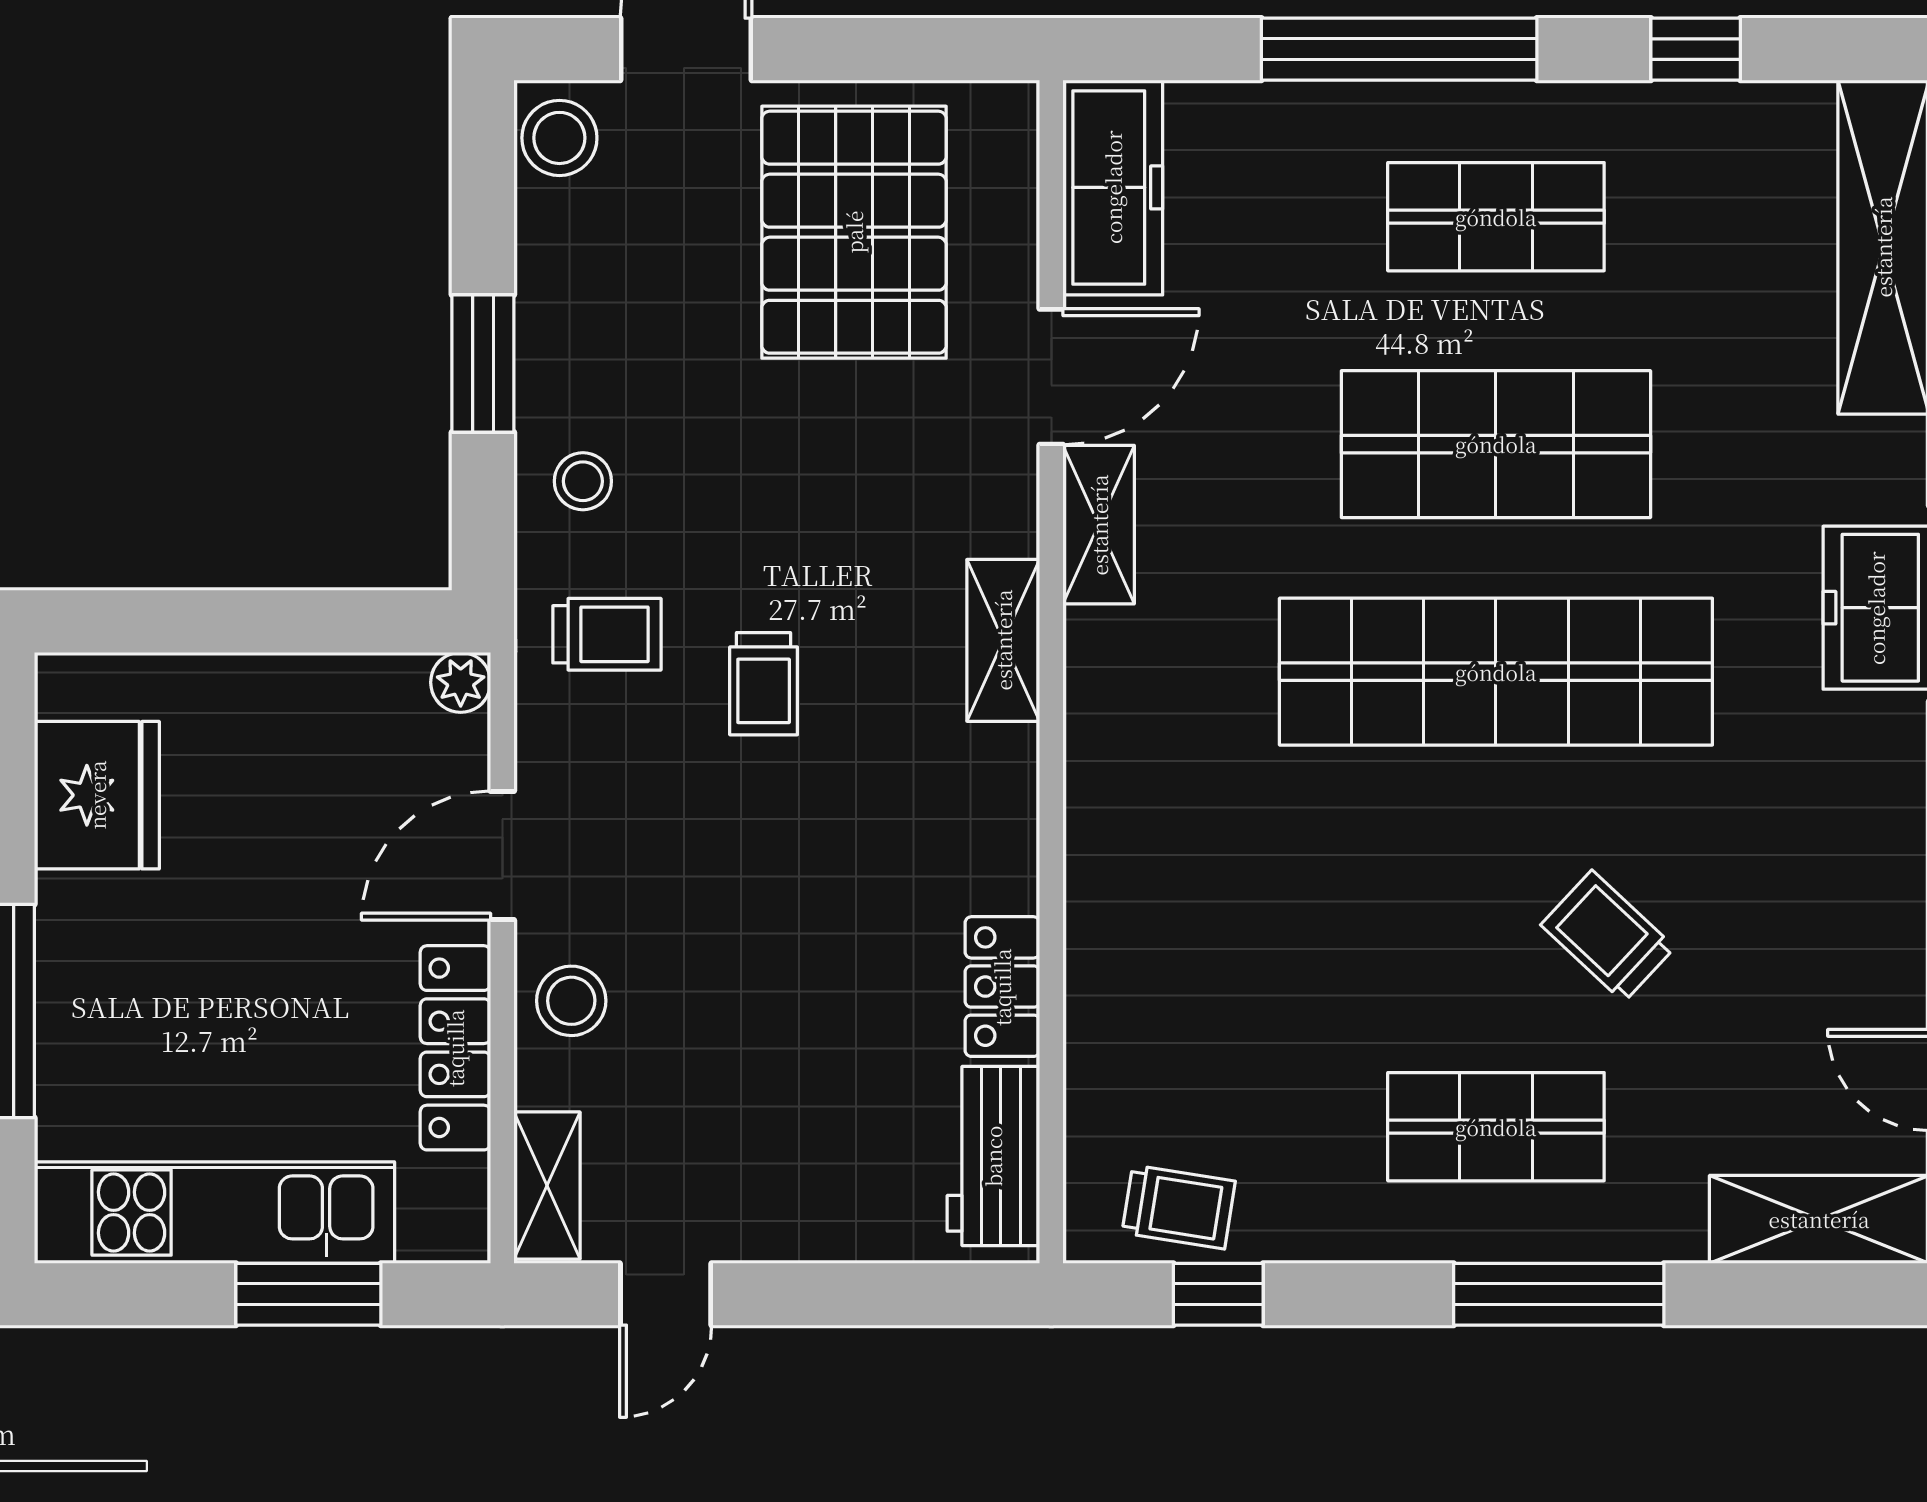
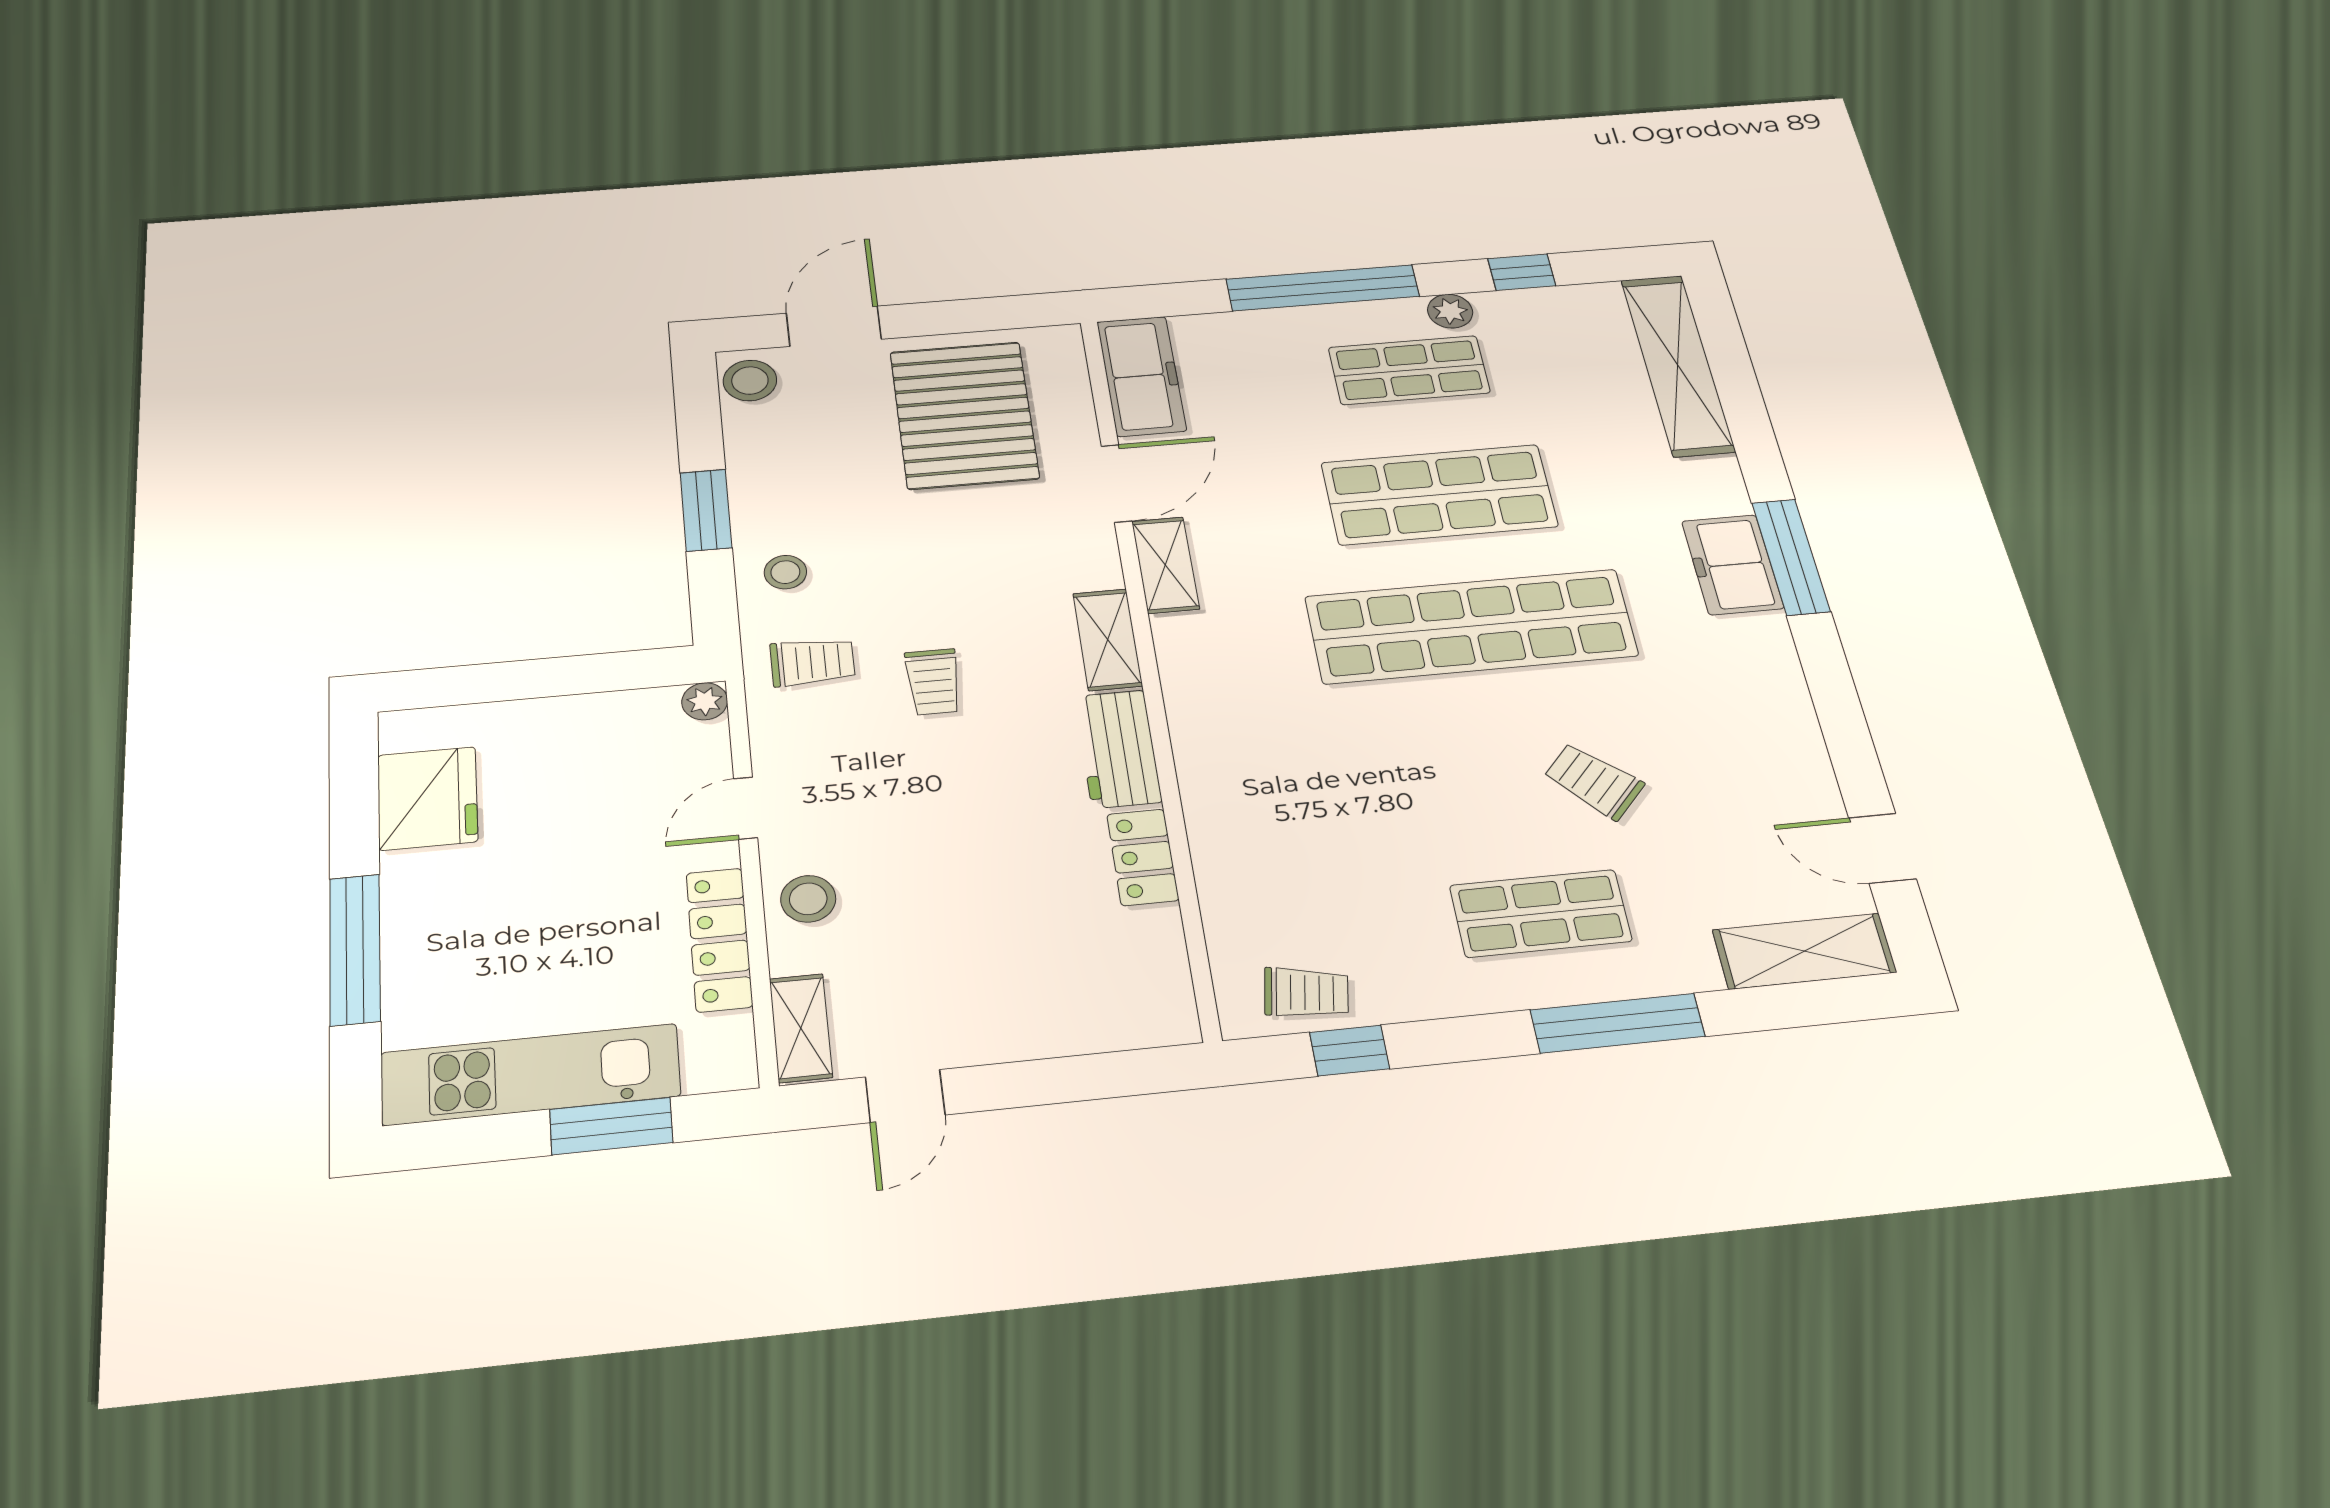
plant: (1576, 113) -> (1450, 311), added
door: (502, 856) -> (746, 808), width x0.73
workbench: (993, 1156) -> (1118, 749), moved

